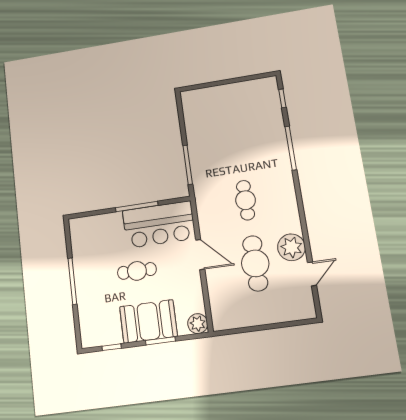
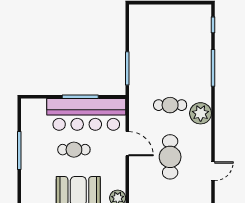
cafe table: (246, 200) -> (170, 105), turned 90
bar counter: (159, 225) -> (86, 114), width x1.36
plant: (291, 247) -> (201, 113), moved

